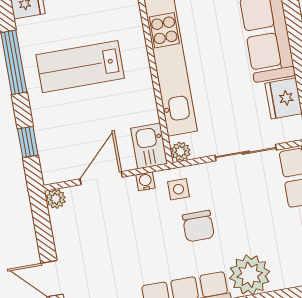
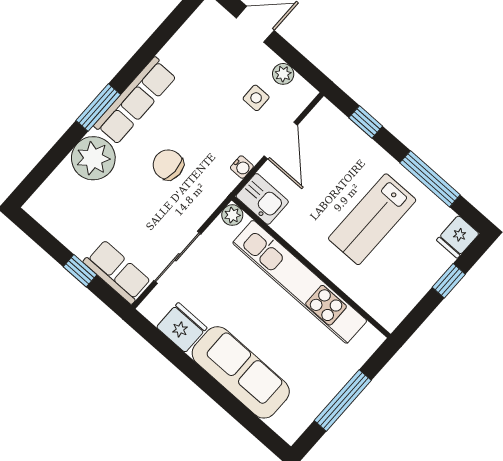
lab bench: (80, 67) -> (372, 219), turned 180
side table: (178, 189) -> (256, 98), moved
plant: (56, 199) -> (283, 74), moved

